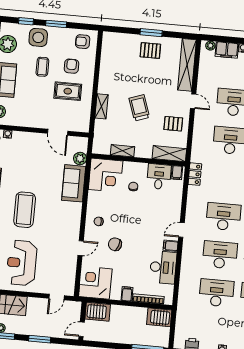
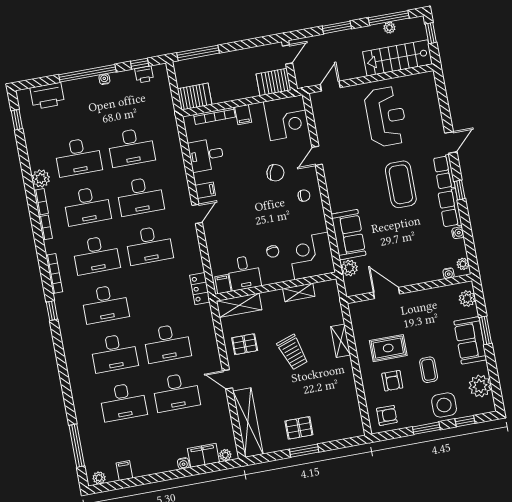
desk: (163, 267) -> (206, 155), width x0.73

